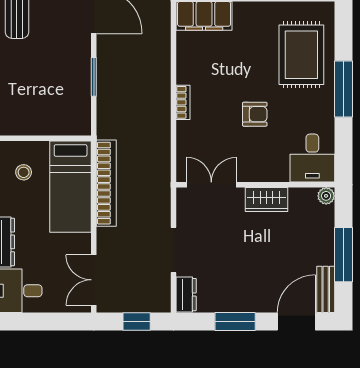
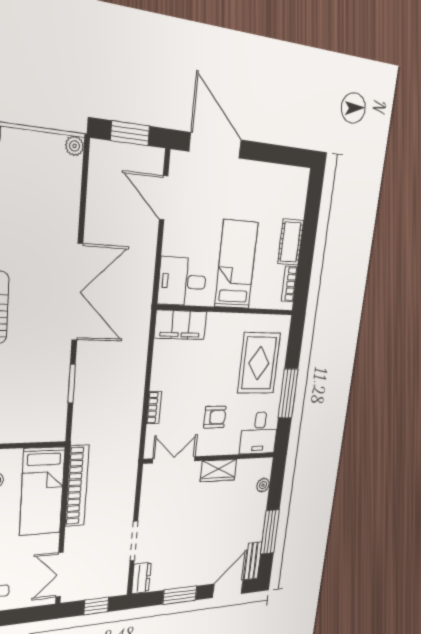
desk: (312, 158) -> (259, 433), moved
double door: (211, 185) -> (174, 460), moved
wall: (255, 185) -> (211, 458), moved
wardrobe: (266, 200) -> (218, 470), moved

